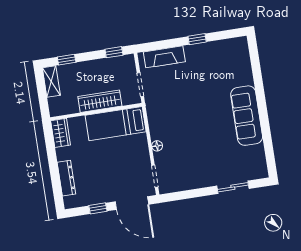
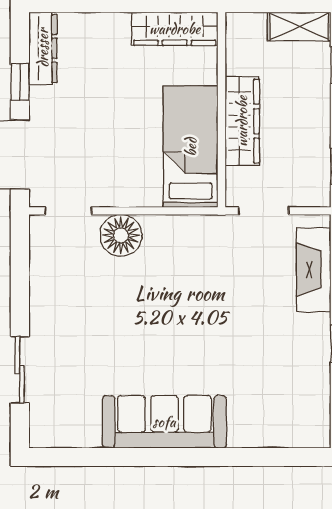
wardrobe: (61, 133) -> (175, 29), width x1.50
floor lamp: (157, 146) -> (121, 235), width x1.89, depth x1.89
dresser: (66, 178) -> (43, 48), moved, turned -90

